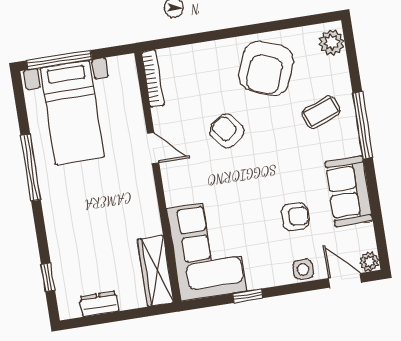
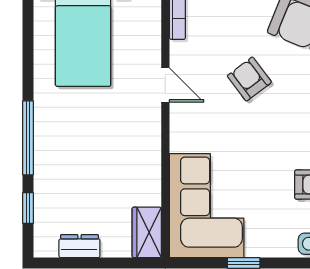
window: (31, 168) -> (28, 138), moved
wardrobe: (155, 271) -> (147, 232), width x0.67

